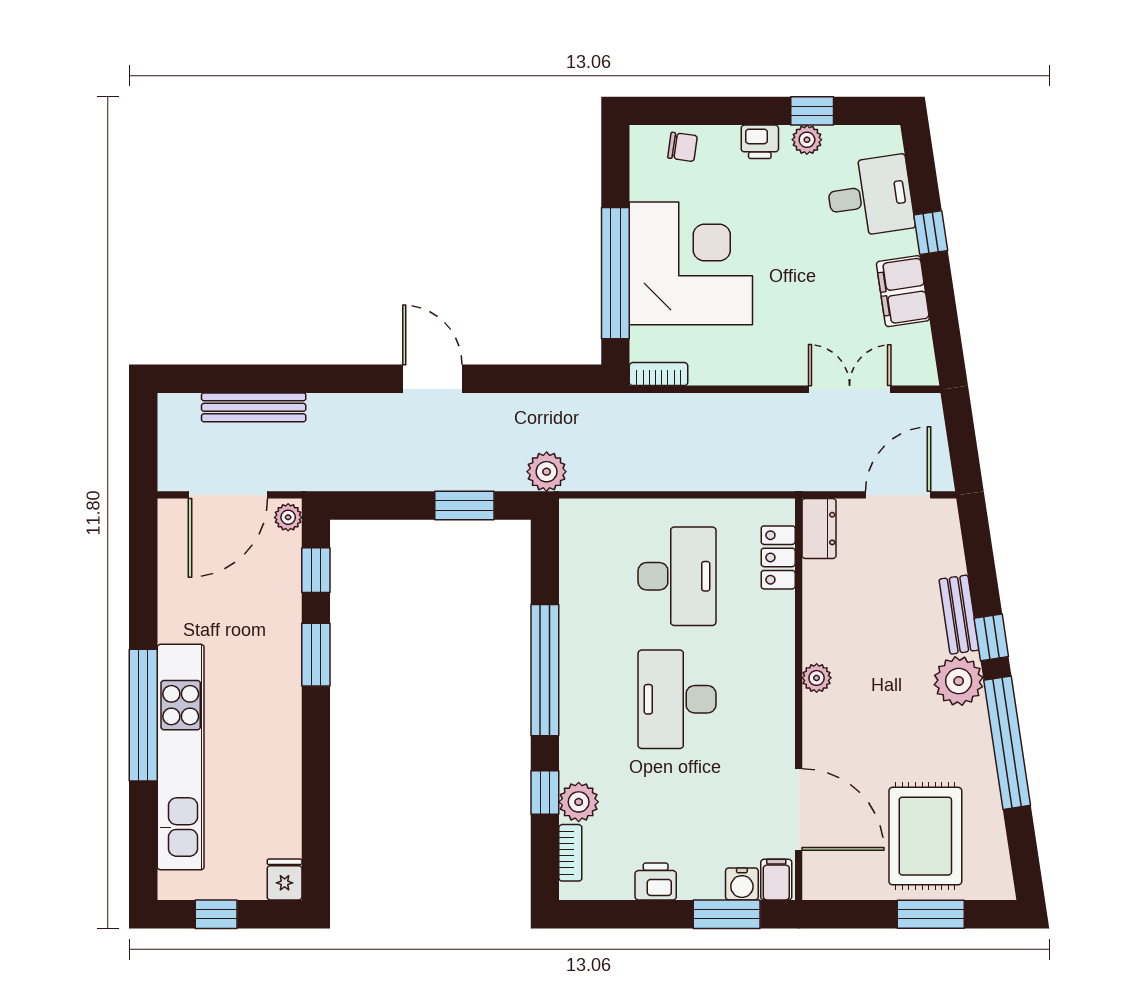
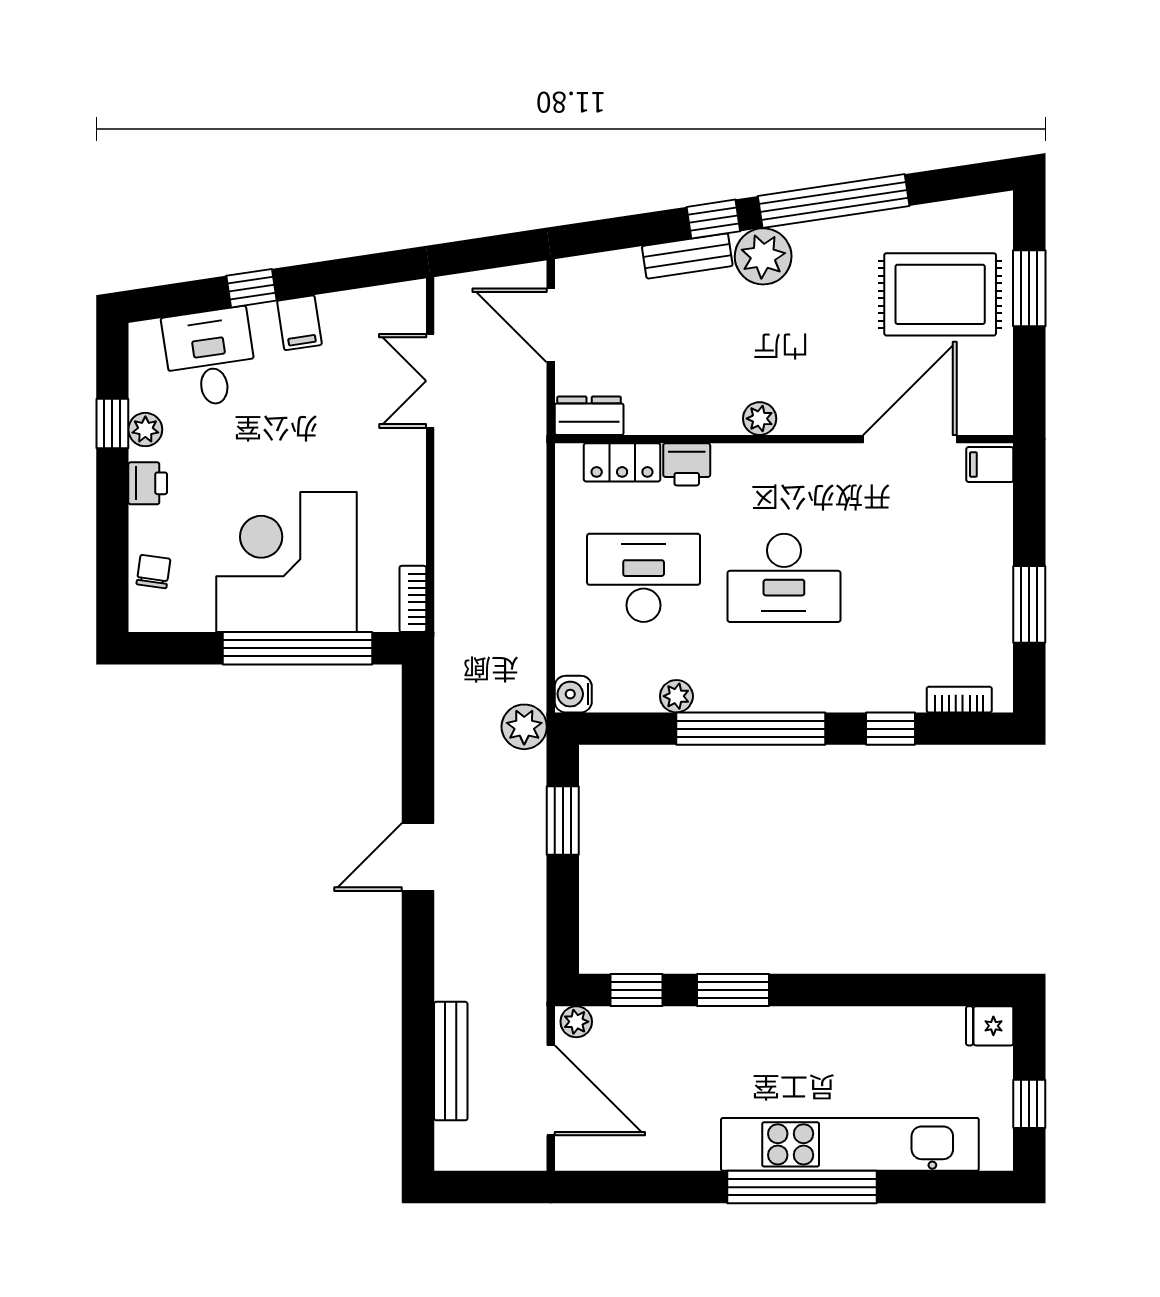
filing cabinet: (903, 291) -> (299, 323), width x0.50
plant: (579, 802) -> (676, 696), moved, width x0.73, depth x0.73
printer: (656, 882) -> (687, 464), moved, turned -90
water cooler: (742, 884) -> (573, 694), moved, turned 180
window: (727, 914) -> (1029, 604), moved

